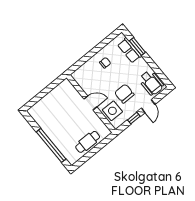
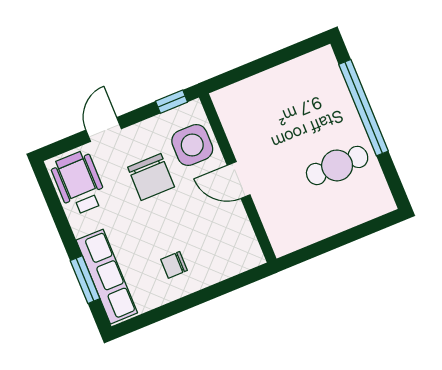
row of seats: (129, 50) -> (107, 277), width x1.48
window: (134, 118) -> (172, 102), moved
cafe table: (88, 142) -> (337, 165), moved

